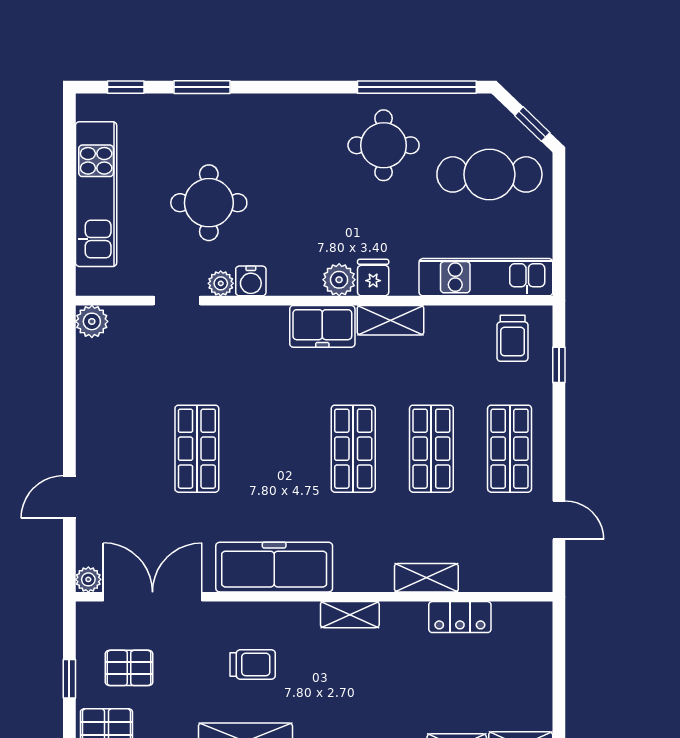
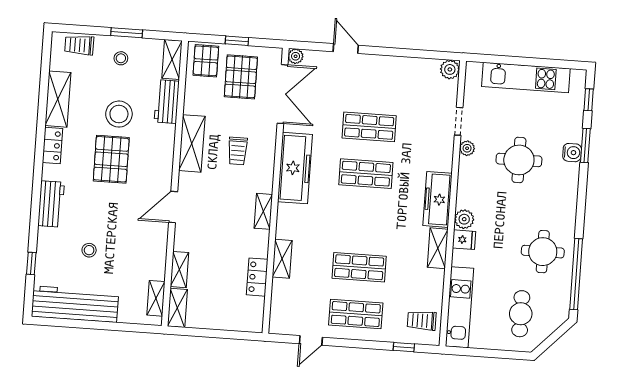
window: (532, 124) -> (549, 342), removed
cafe table: (489, 174) -> (521, 314), width x0.73, depth x0.74
round table: (209, 203) -> (519, 160), moved
water cooler: (251, 281) -> (572, 153), moved, turned 180
freezer: (322, 326) -> (438, 199), width x1.40
shop shelf: (353, 449) -> (366, 174), moved
pallet: (129, 668) -> (241, 77), width x1.50, depth x1.42

